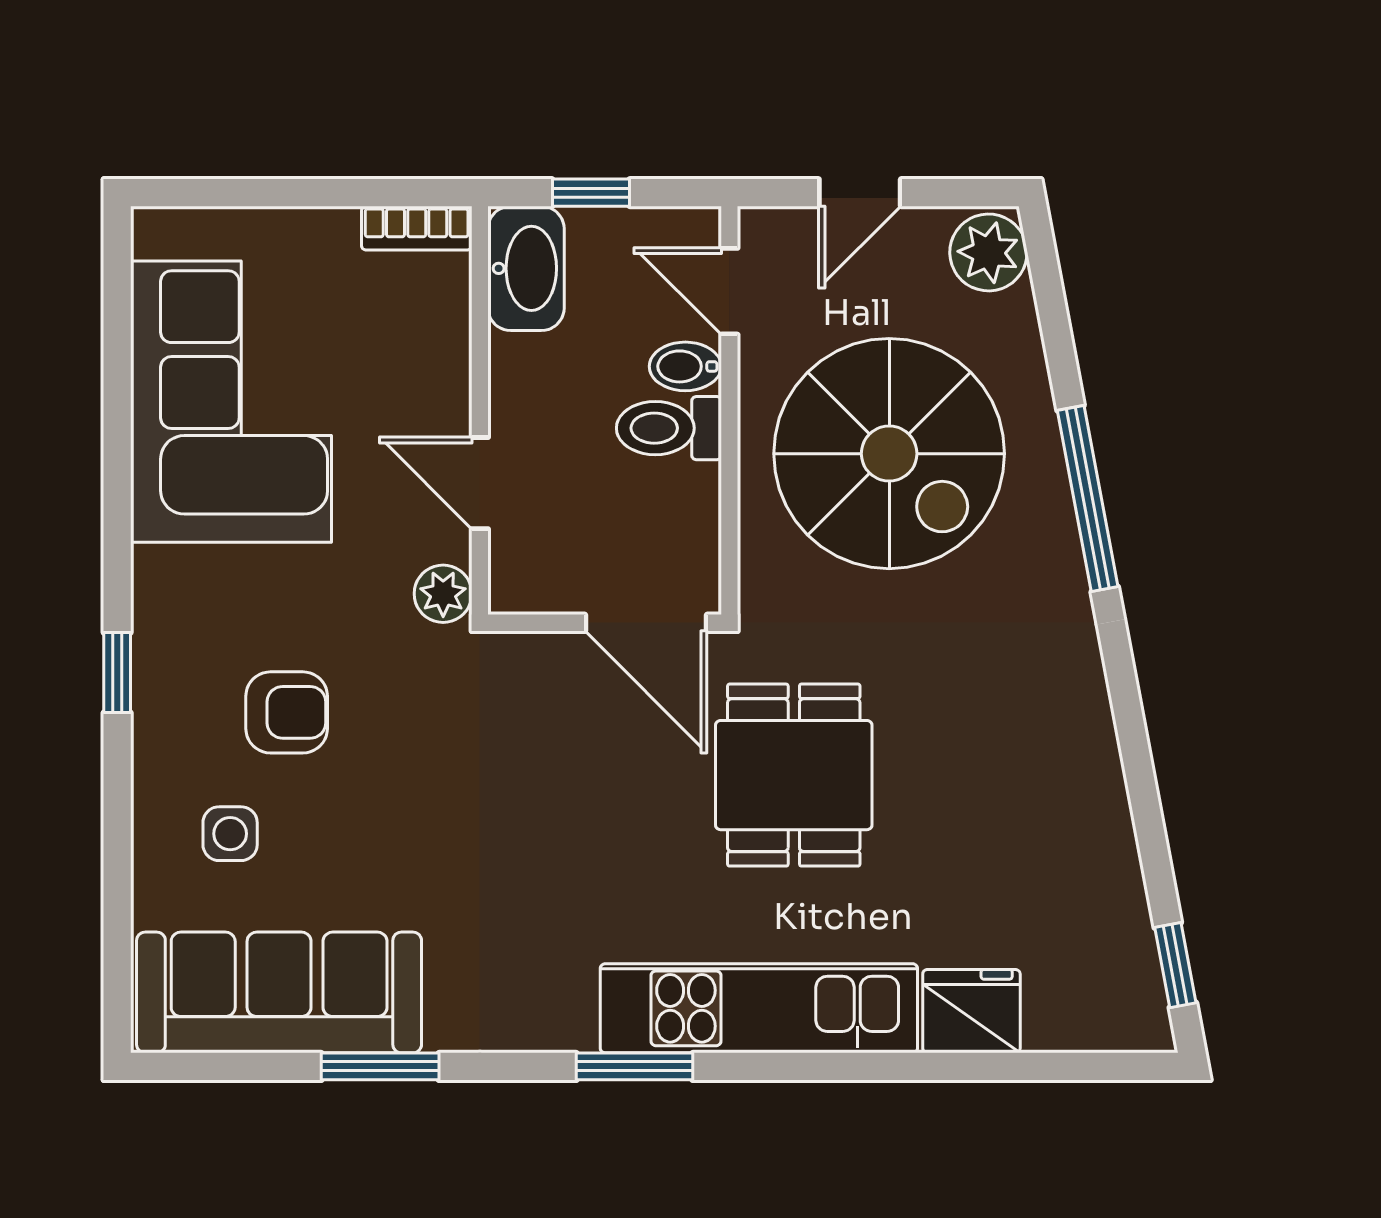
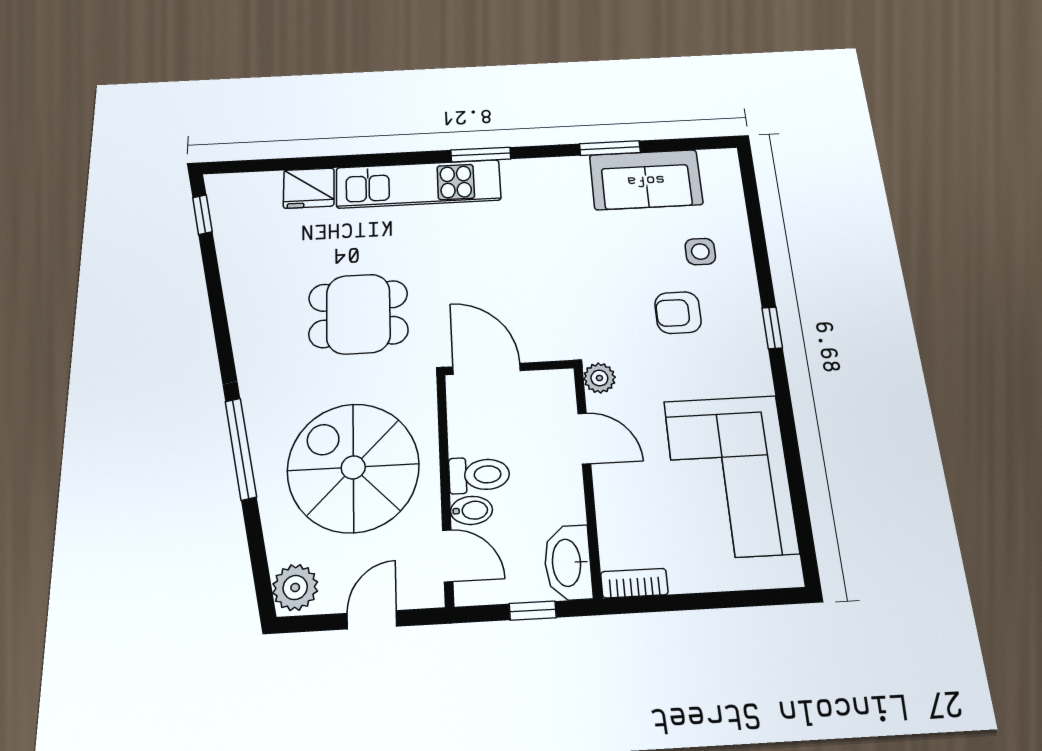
dining table: (794, 775) -> (358, 314), moved, turned 90
sofa: (279, 992) -> (646, 180), width x0.73

